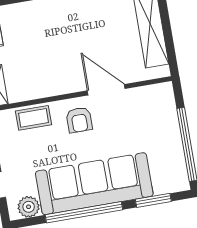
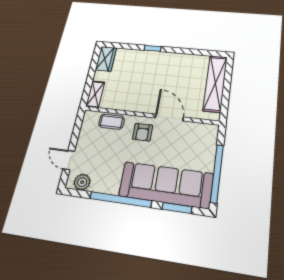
sofa: (94, 184) -> (166, 185), moved

